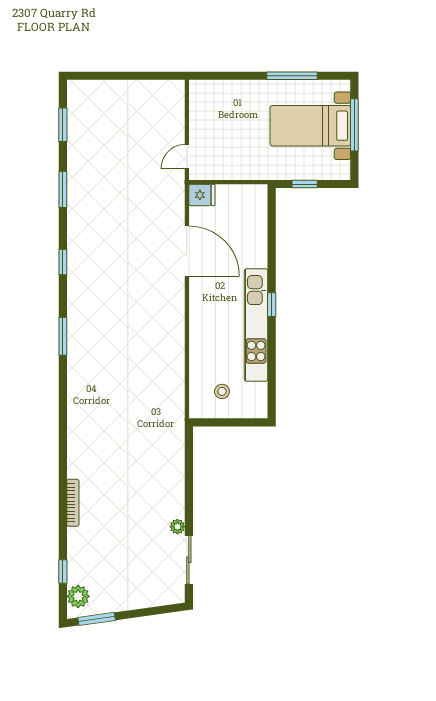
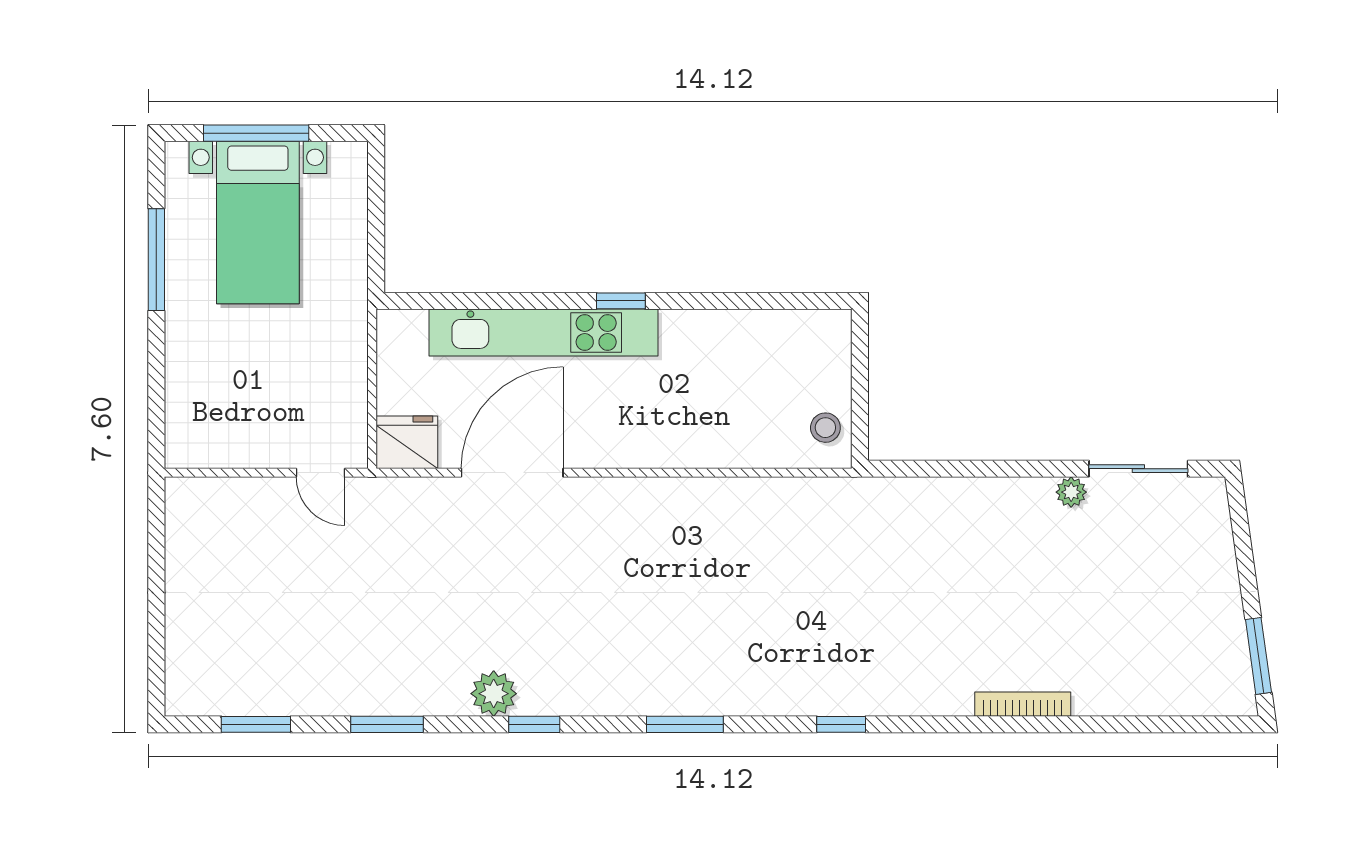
window: (305, 184) -> (376, 234), removed
fridge: (202, 195) -> (407, 442), width x1.38
kitchen unit: (256, 325) -> (544, 333), moved
stool: (222, 391) -> (825, 428), moved
window: (63, 571) -> (841, 724), moved
plant: (78, 596) -> (494, 694), moved

